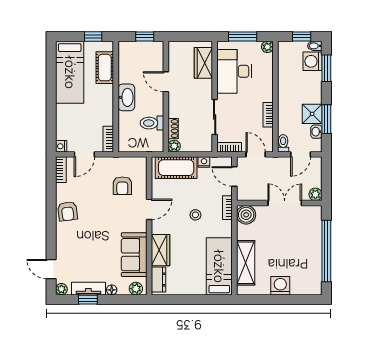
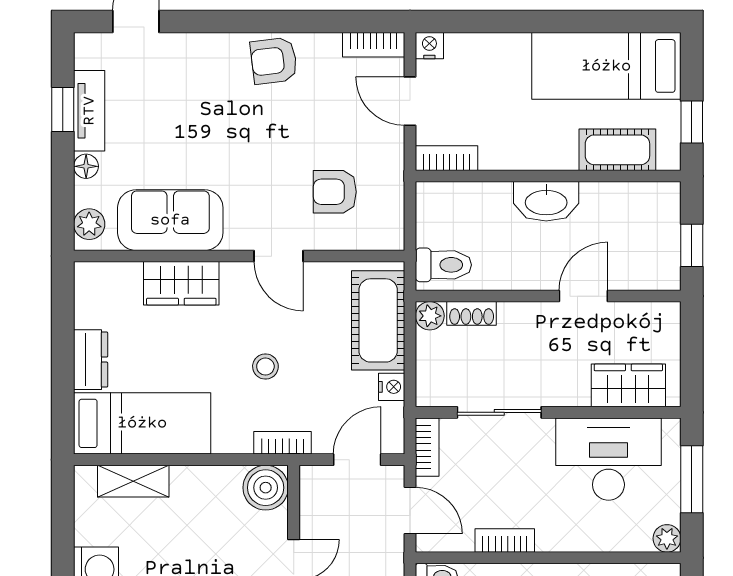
toilet: (152, 123) -> (443, 265), moved, turned 90
door: (256, 154) -> (410, 511), hinge flipped
shelving: (246, 263) -> (133, 481), width x0.67, depth x0.75
dresser: (159, 280) -> (91, 360), moved, turned -90
plant: (61, 289) -> (88, 46), removed

